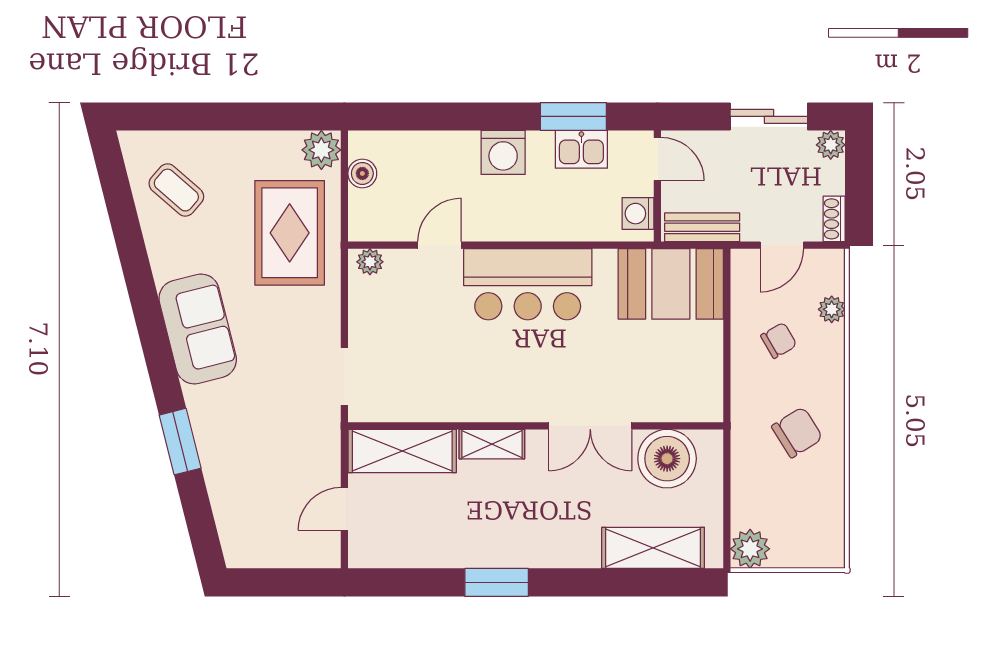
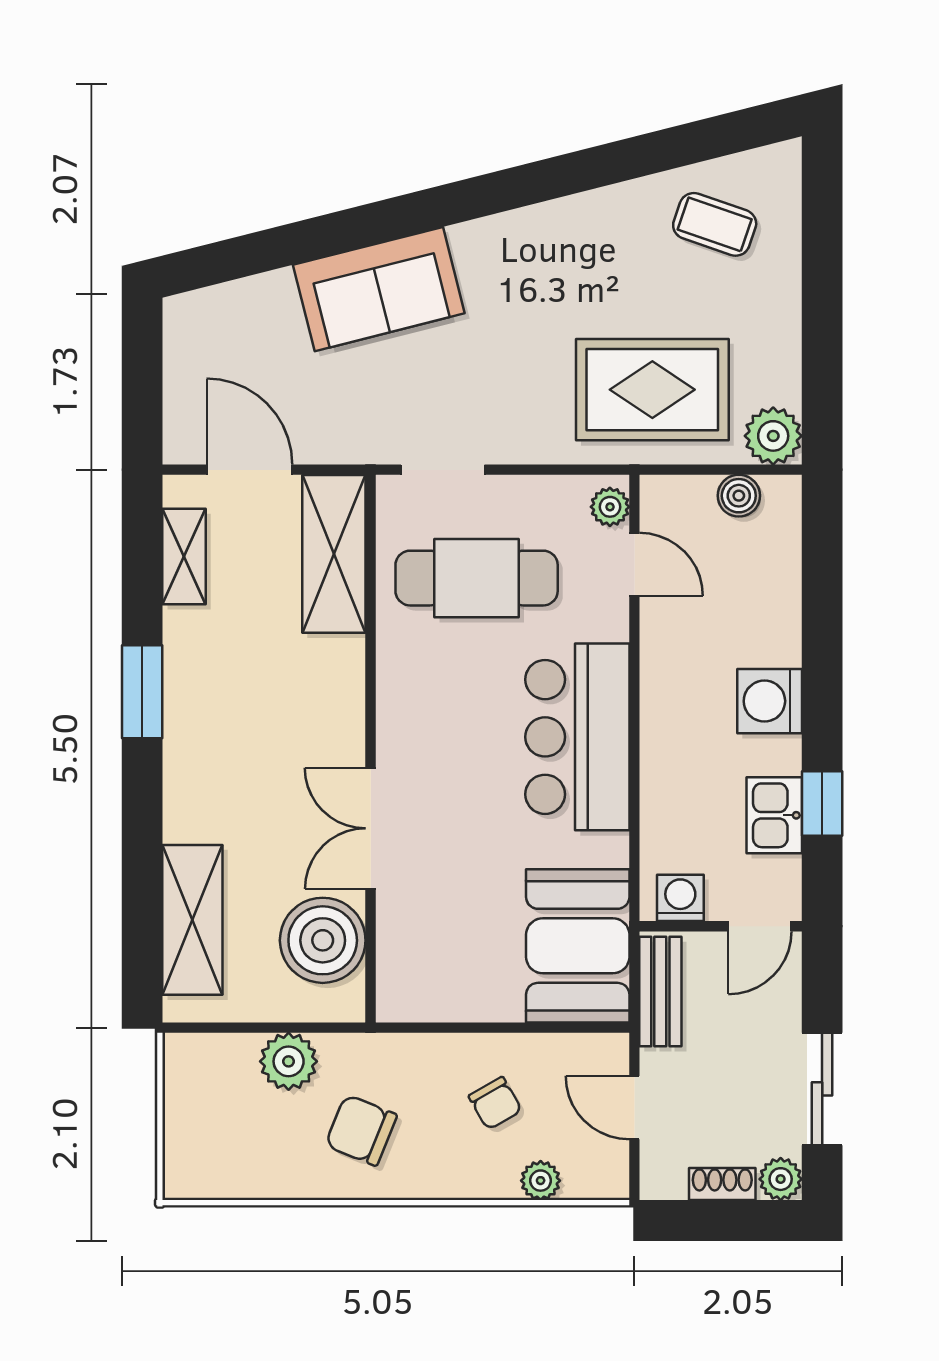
window: (573, 116) -> (822, 804), width x0.67
coffee table: (176, 190) -> (715, 224), turned 68
shoe rack: (834, 219) -> (722, 1184), moved
door: (439, 245) -> (634, 564), moved
sofa: (198, 329) -> (379, 289), moved
cafe table: (419, 353) -> (477, 578), added
chair: (797, 432) -> (361, 1130), turned 144
window: (180, 442) -> (348, 230), removed
shelving: (492, 444) -> (184, 557), moved
door: (344, 509) -> (249, 470), width x1.37
plant: (750, 549) -> (289, 1061), moved

